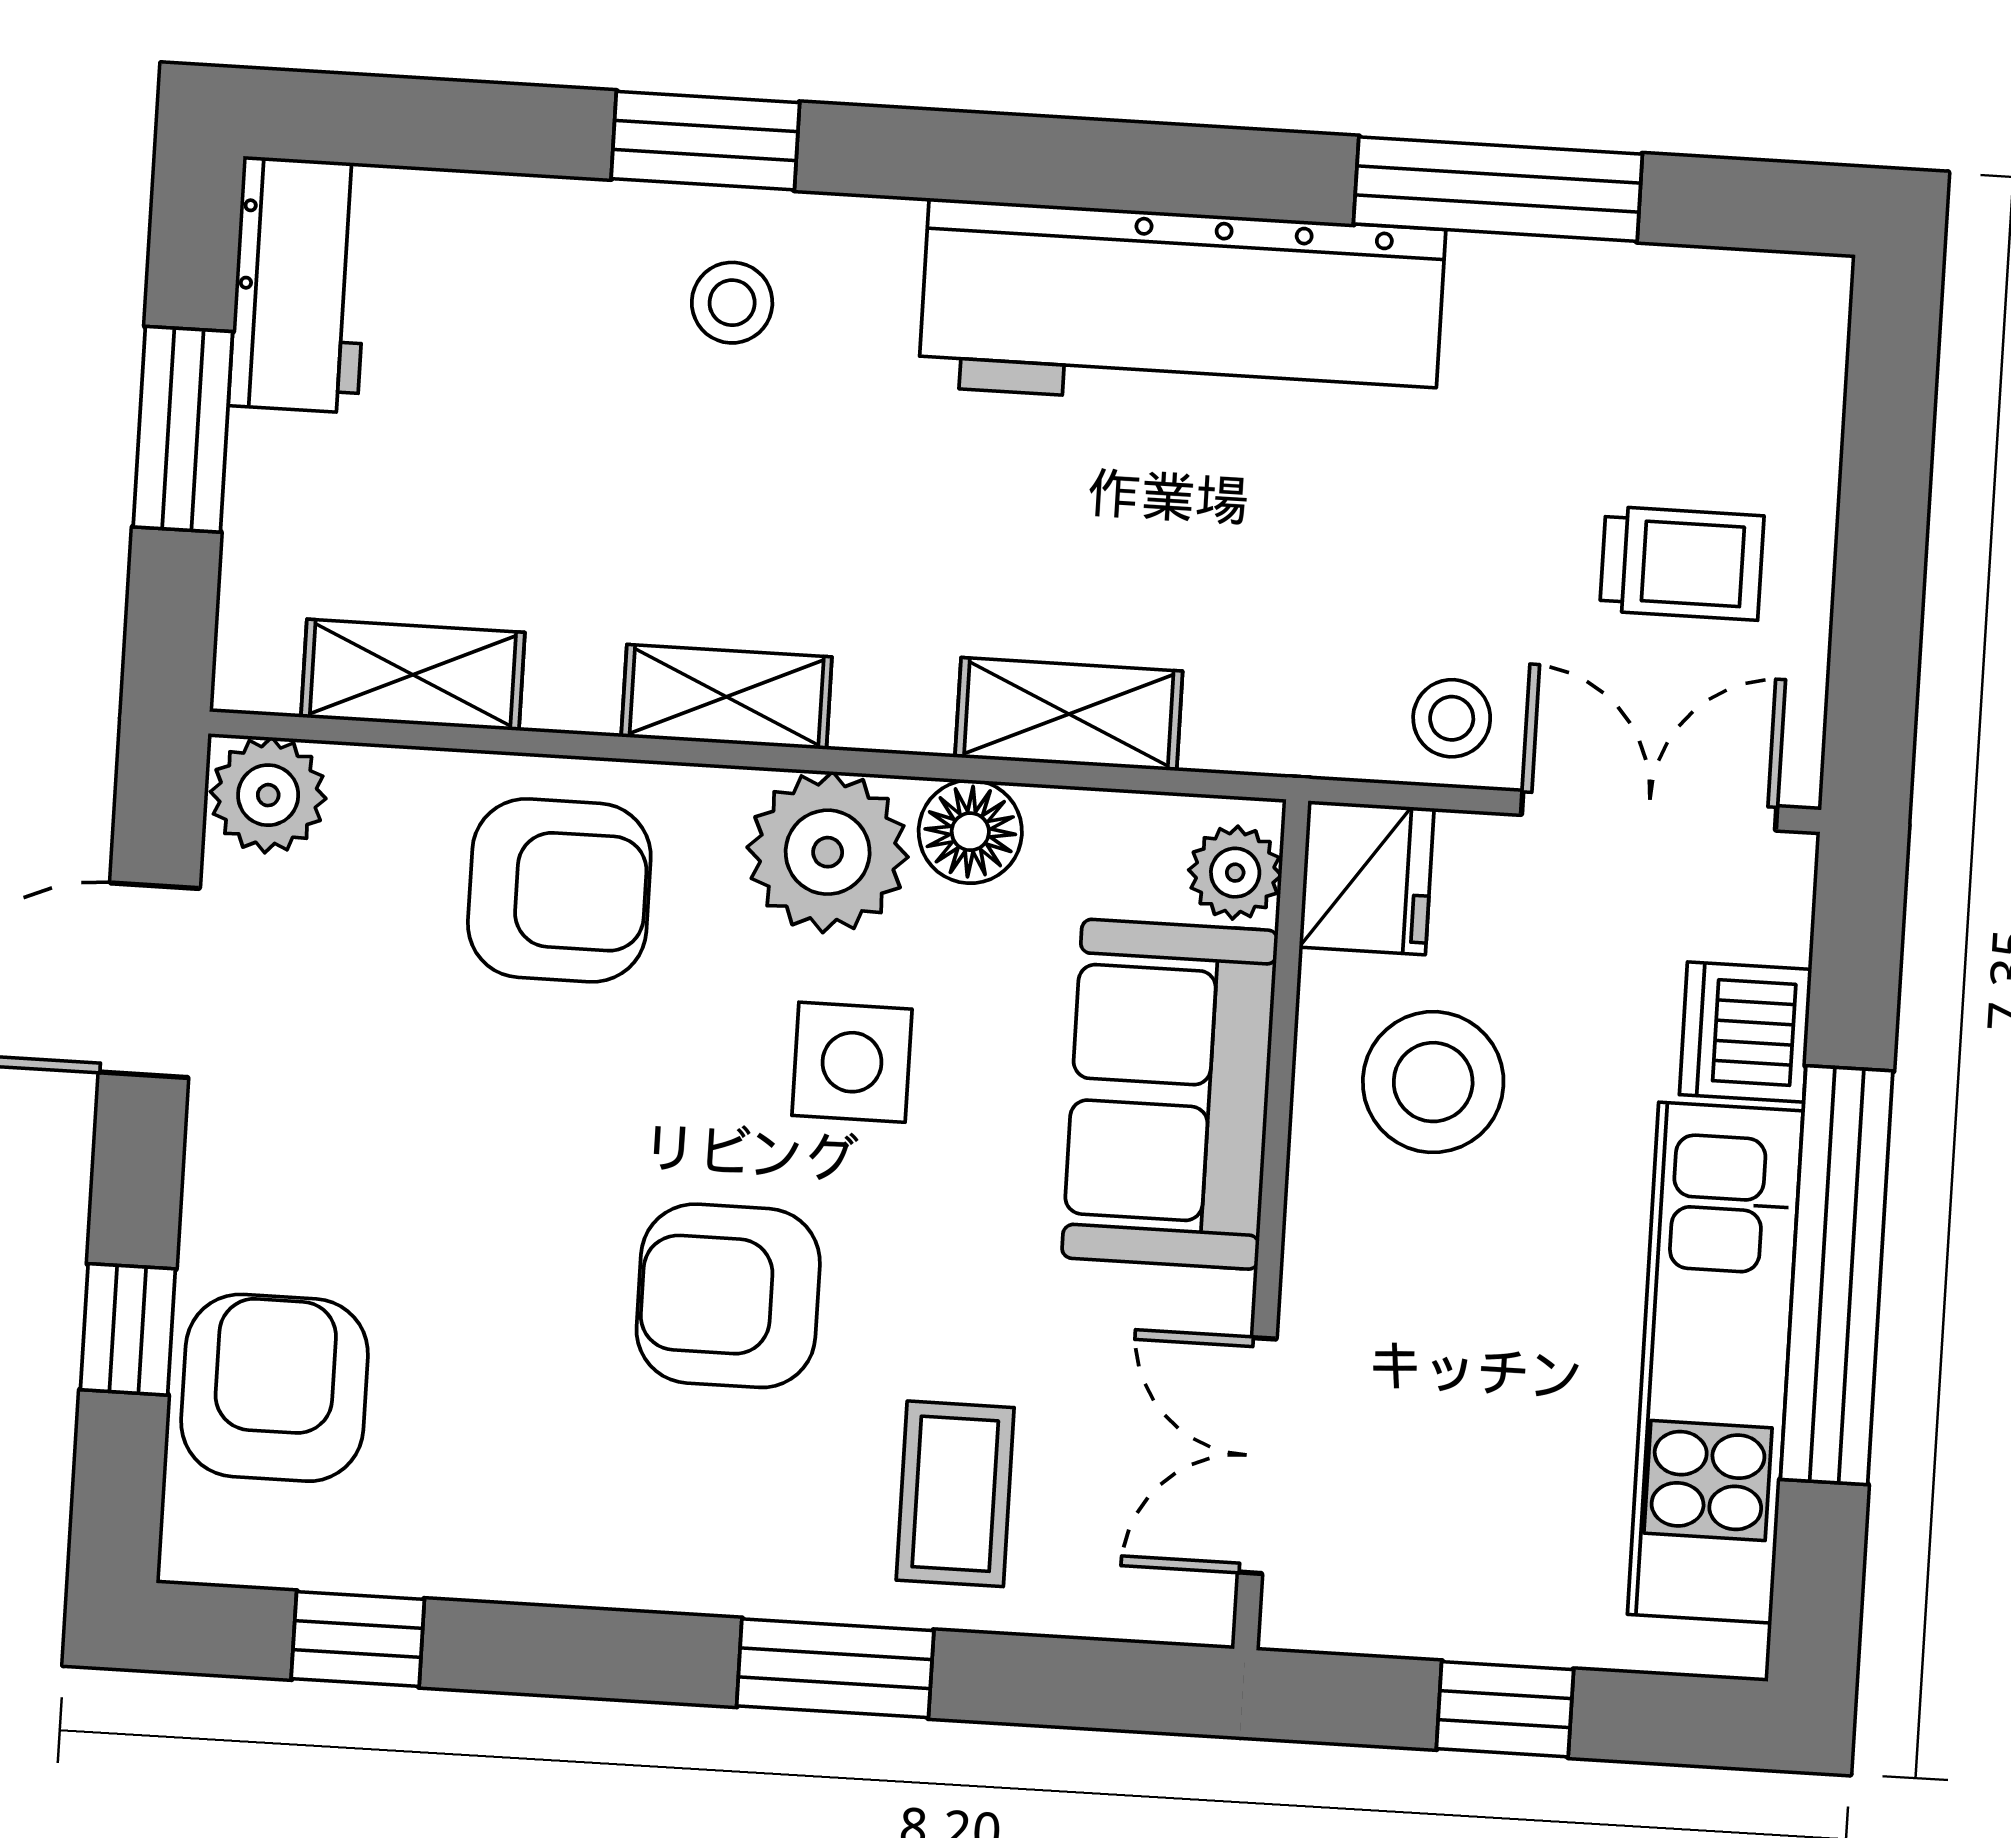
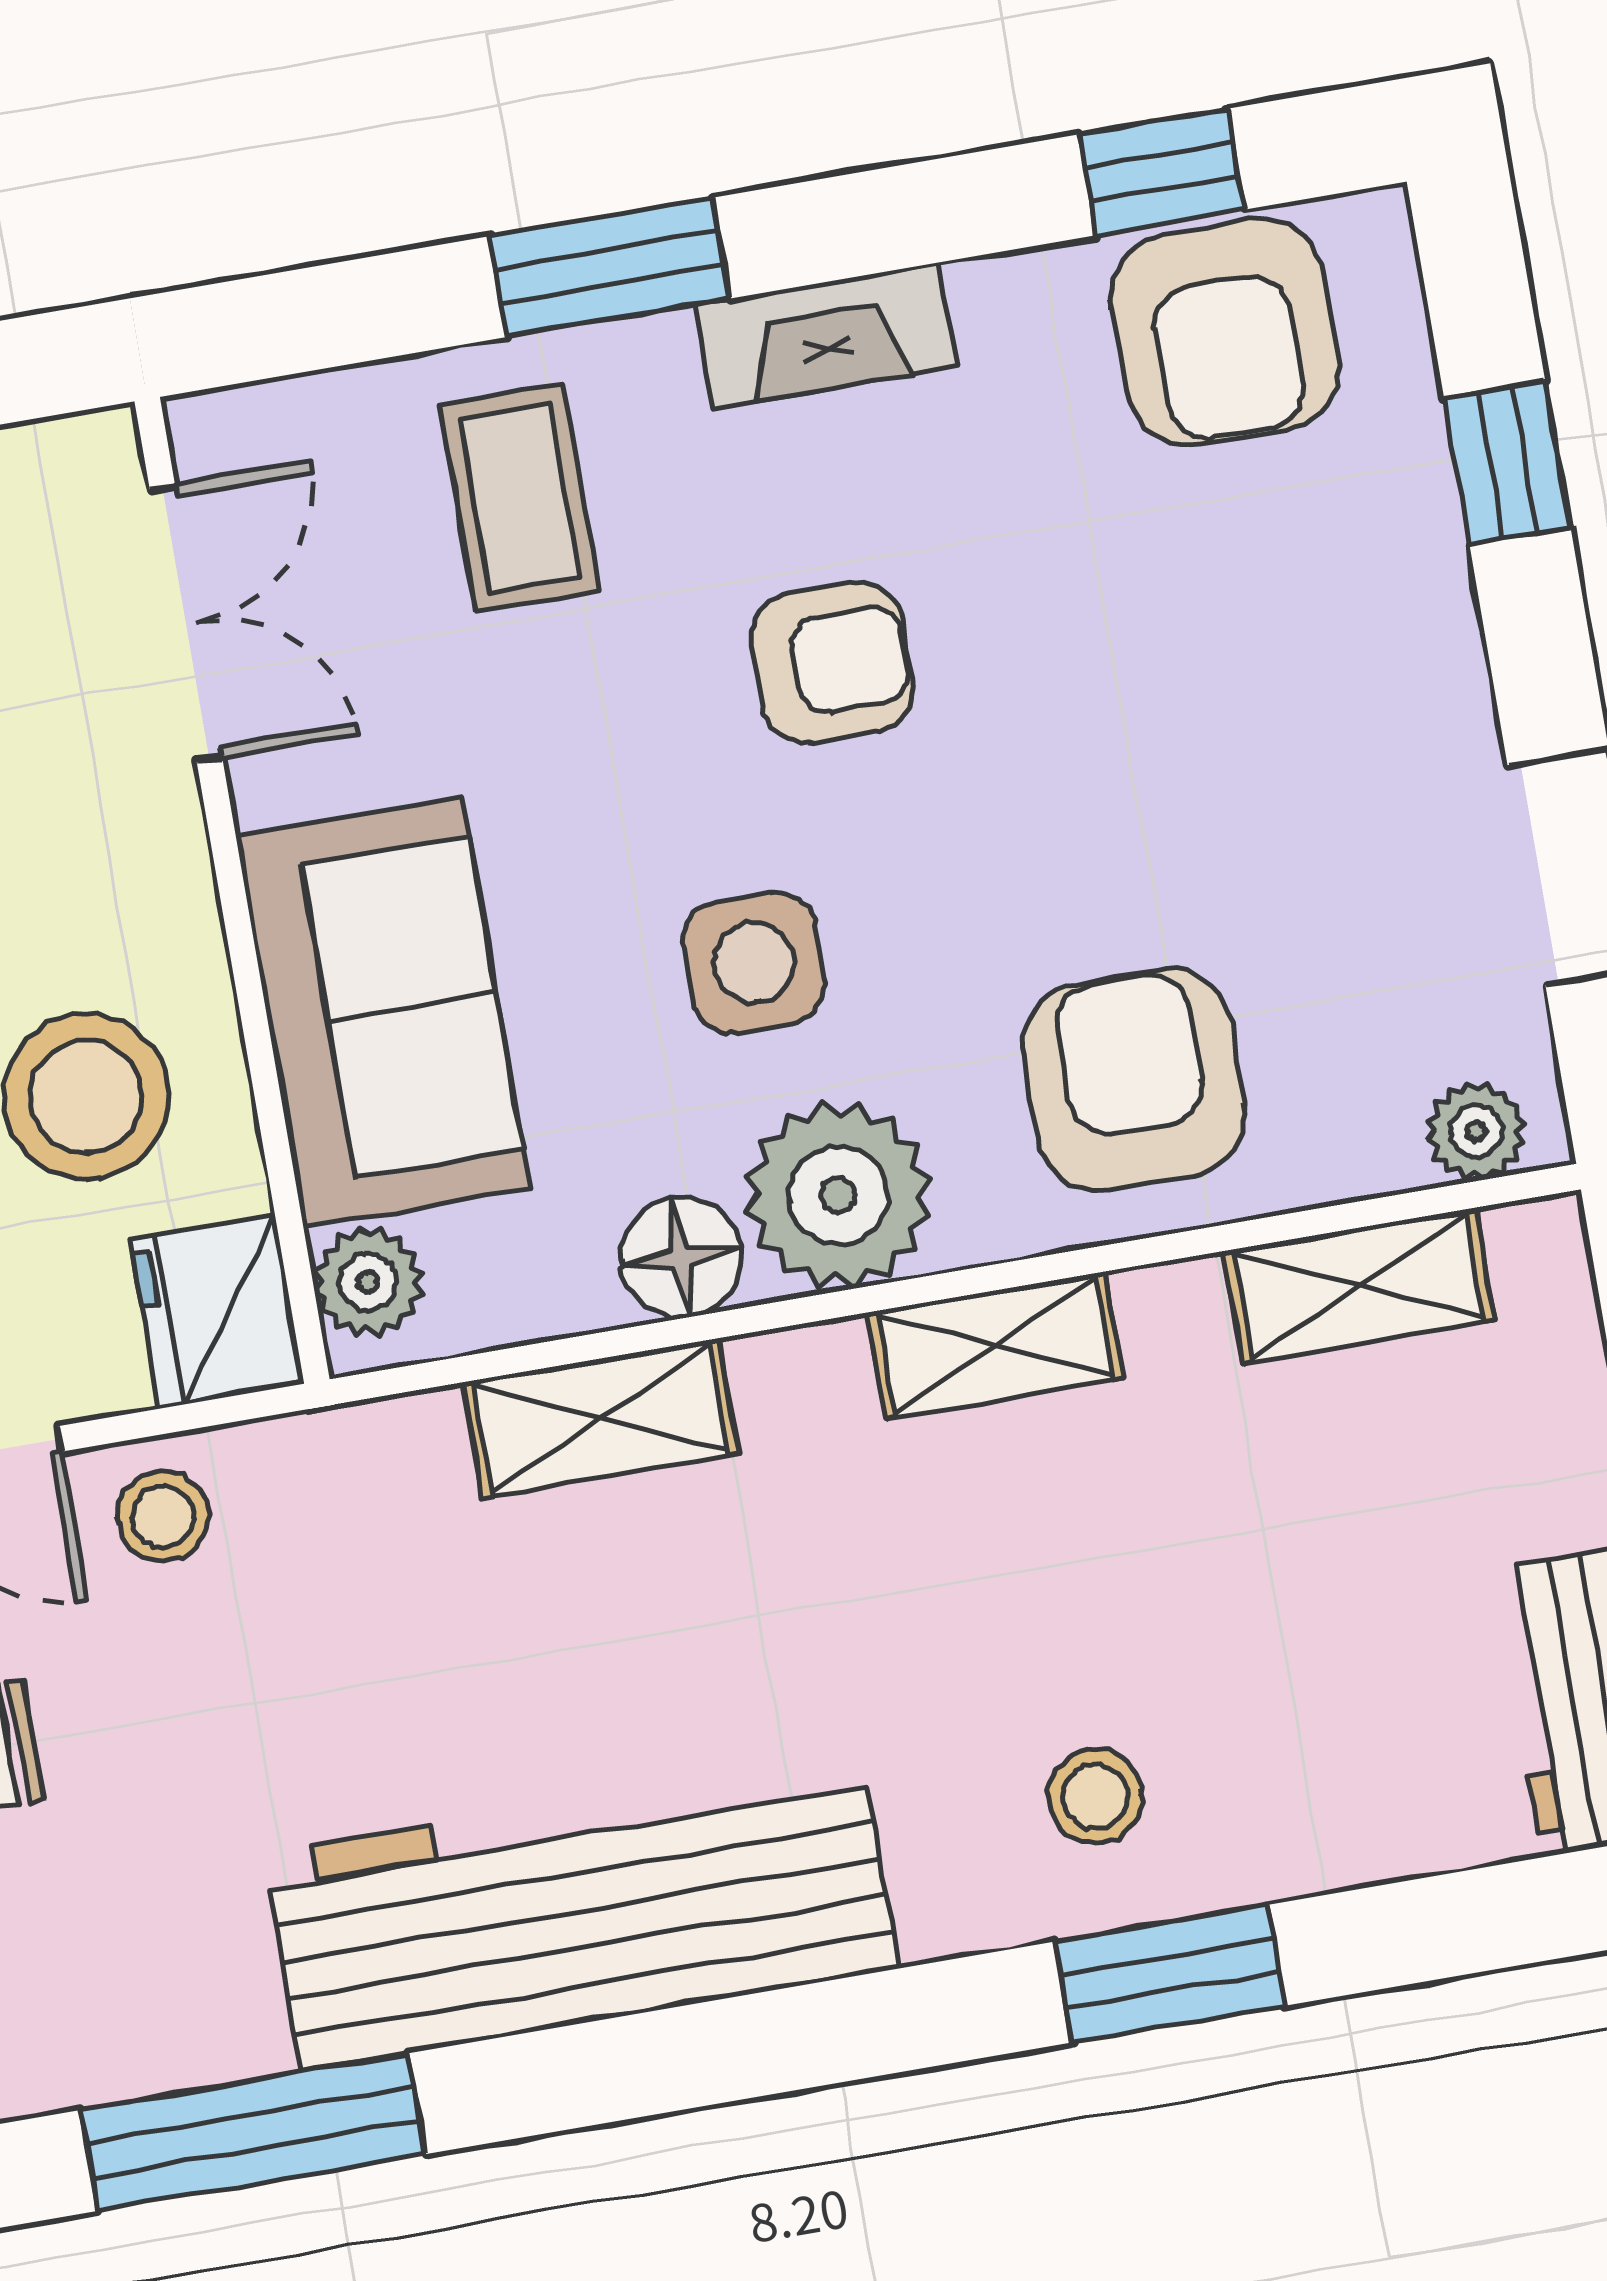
plant: (268, 795) -> (1476, 1131), width x0.73, depth x0.73
armchair: (559, 890) -> (1134, 1080), turned 90
armchair: (728, 1296) -> (832, 663), width x0.72, depth x0.72
armchair: (274, 1388) -> (1225, 332), moved
fireplace: (669, 1569) -> (825, 336), added

